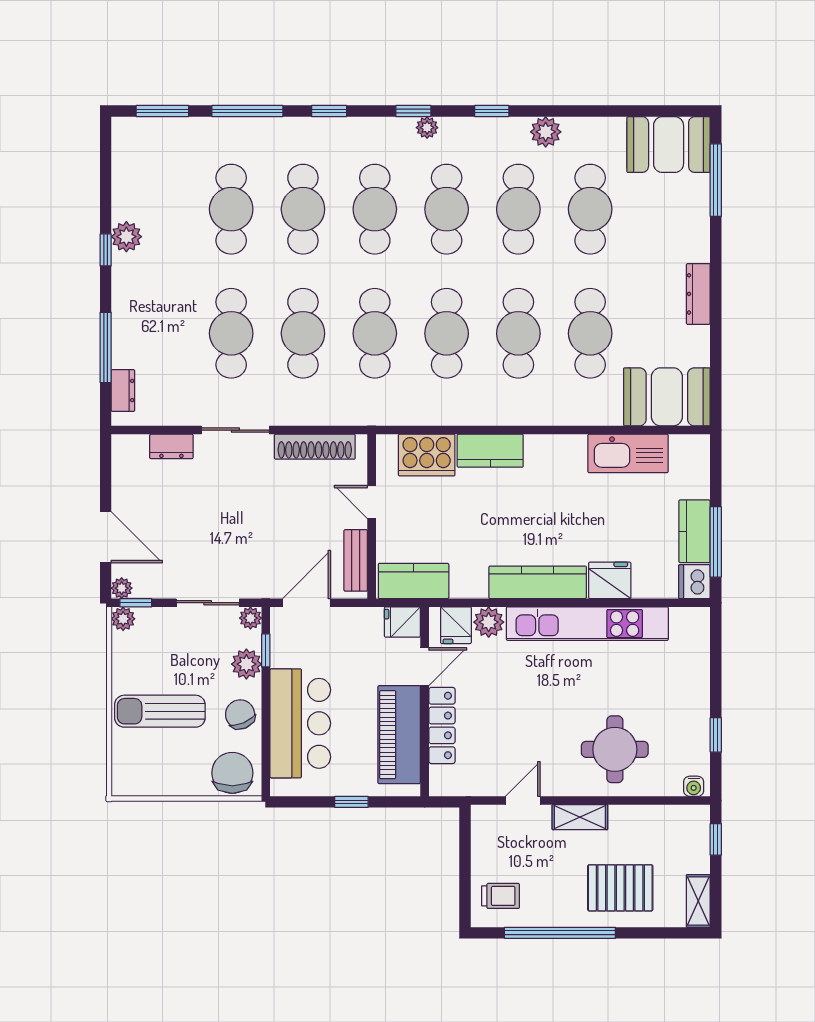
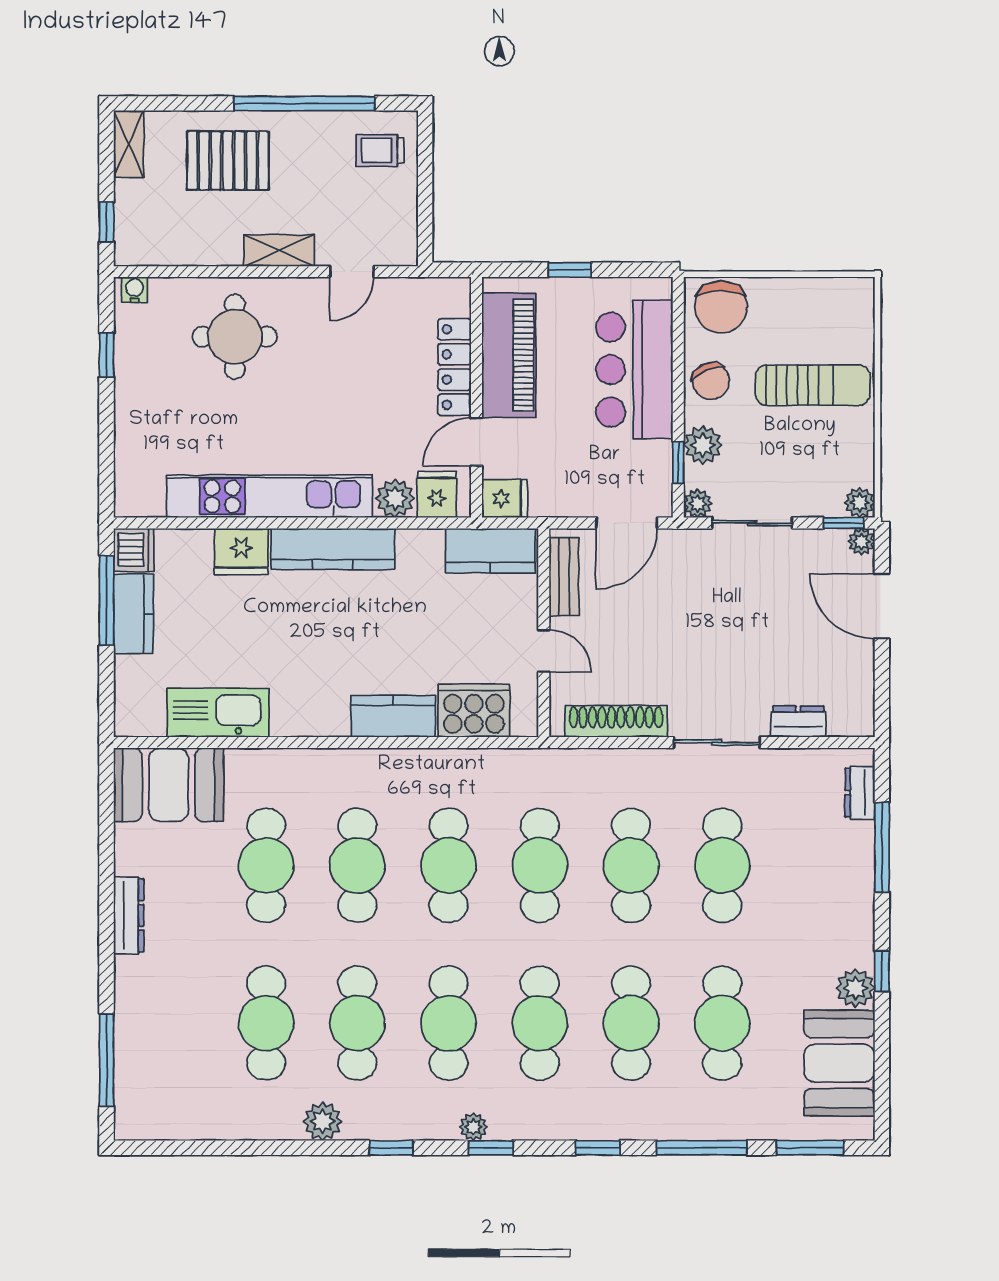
booth: (669, 145) -> (839, 1063), moved, turned 90

